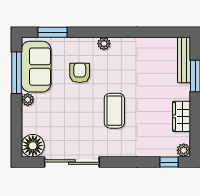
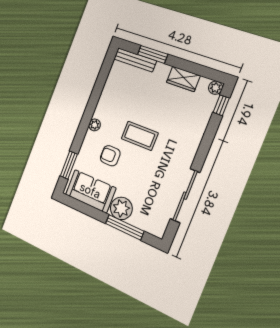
window: (16, 73) -> (125, 227), moved
plant: (28, 100) -> (121, 208), width x1.88, depth x1.88
coffee table: (114, 111) -> (140, 136), moved
floor lamp: (33, 146) -> (156, 225), removed

